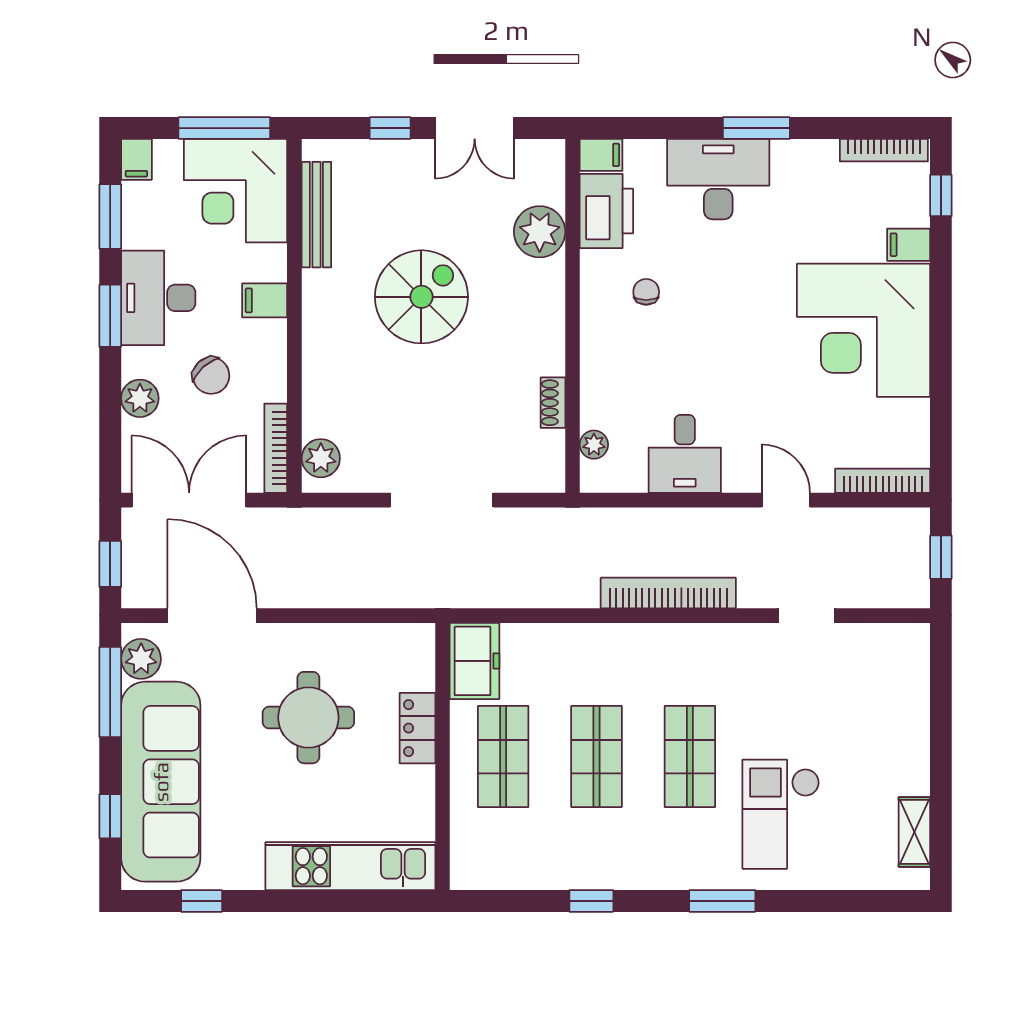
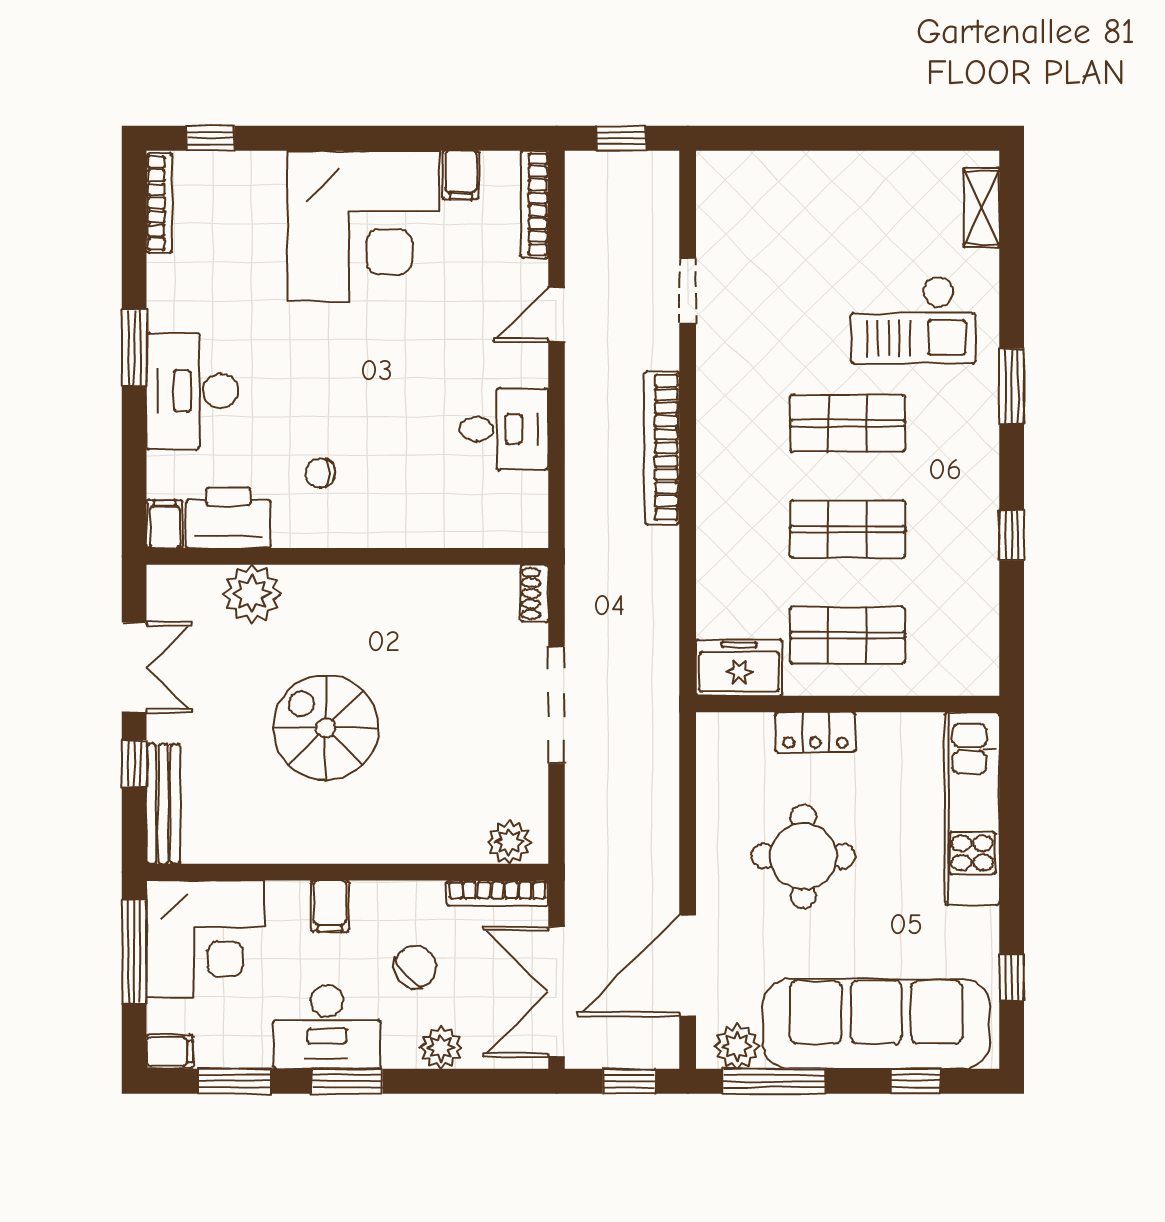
bench: (316, 215) -> (163, 804), moved, turned 90
filing cabinet: (909, 245) -> (461, 175), moved
shoe rack: (553, 403) -> (534, 593), moved, turned 90
plant: (594, 445) -> (494, 532), removed
shelving: (914, 832) -> (981, 207), moved, turned 90

